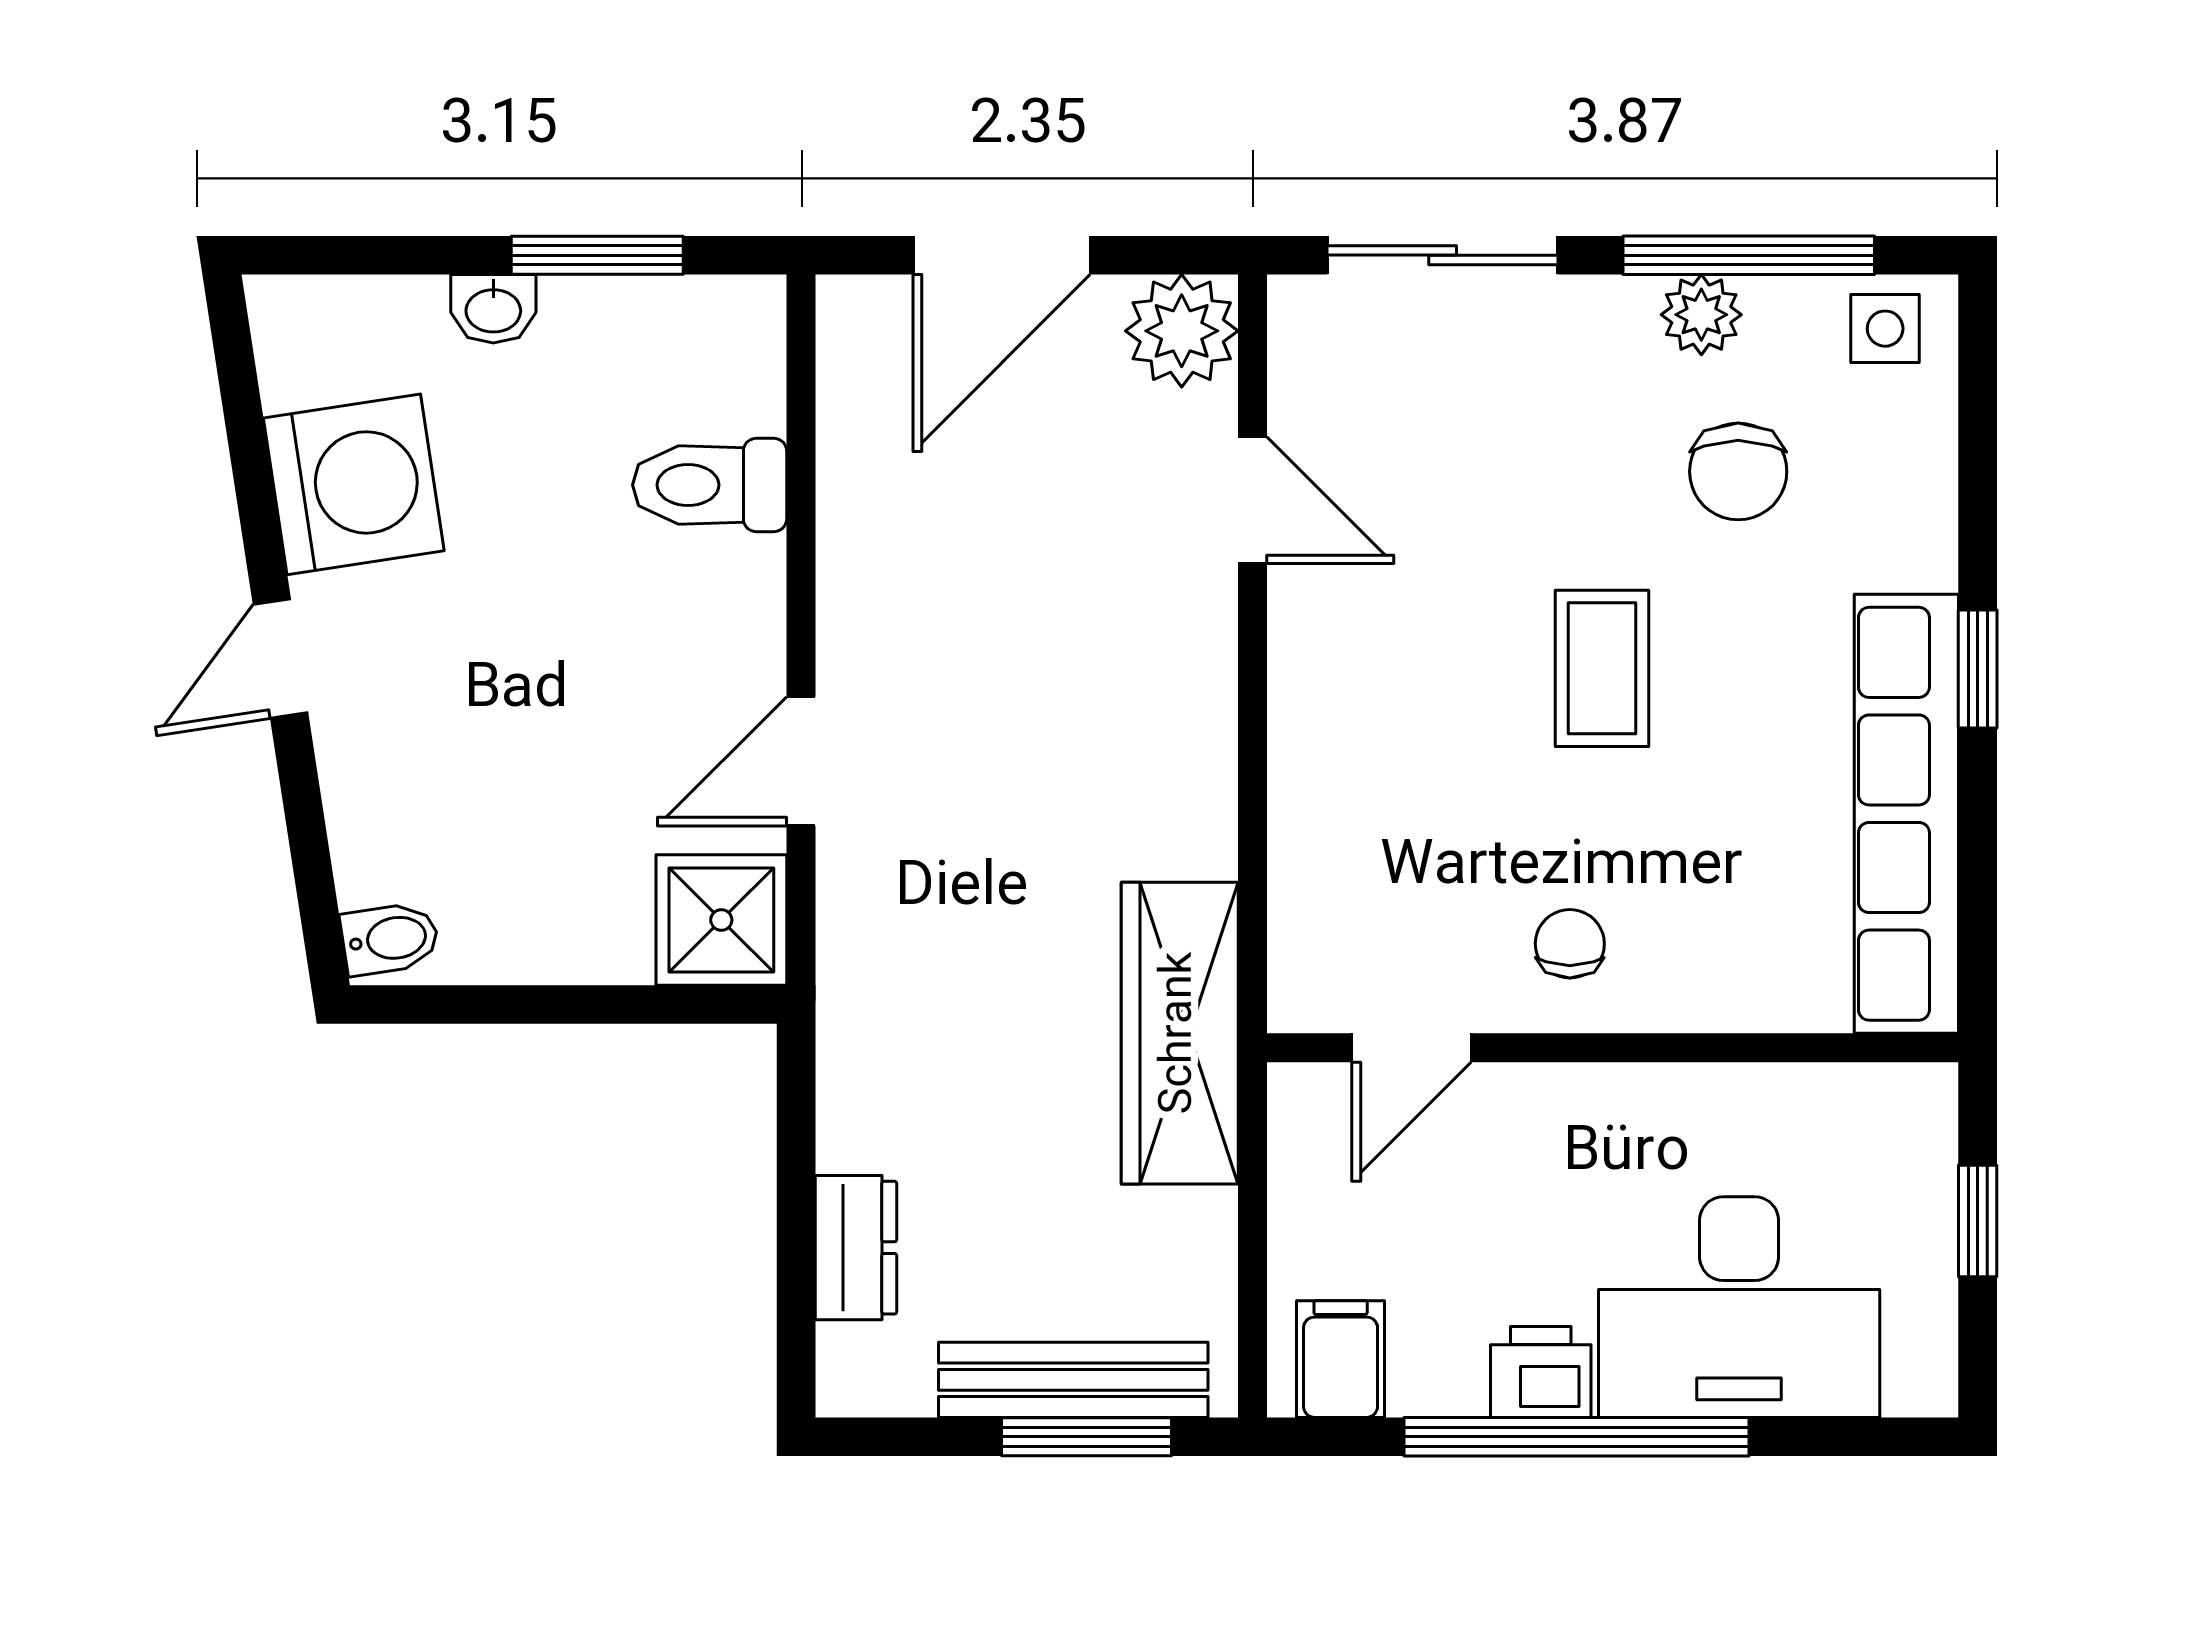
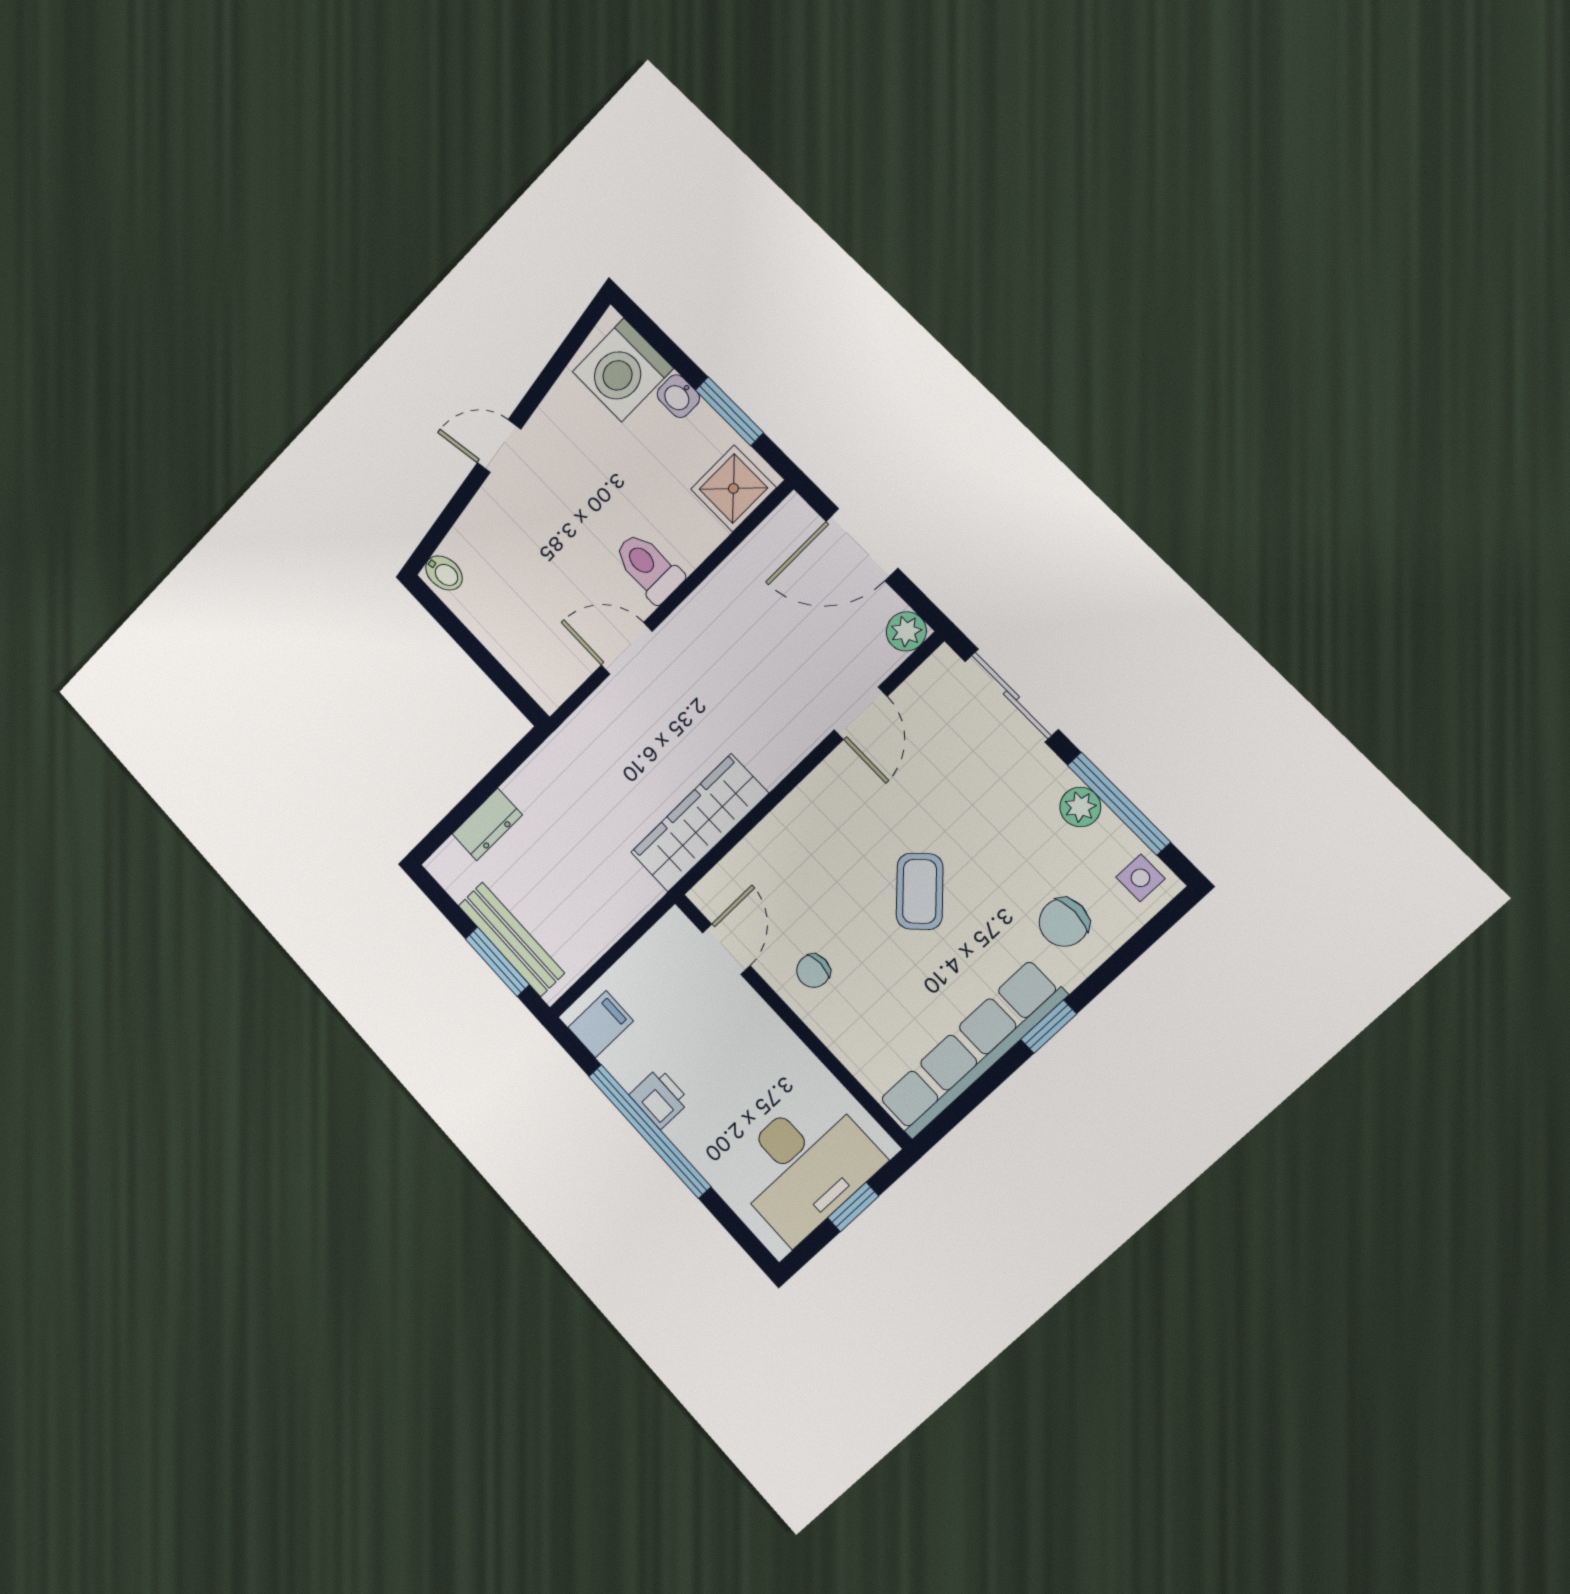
plant: (1182, 331) -> (906, 631), width x0.73, depth x0.73
chair: (1738, 471) -> (1064, 922), moved
washing machine: (354, 484) -> (623, 370), moved, turned 99
toilet: (710, 485) -> (648, 567), moved
coffee table: (1602, 668) -> (920, 891), turned -45
shower: (721, 920) -> (733, 488), moved
chair: (1570, 944) -> (813, 971), turned 180
wardrobe: (1180, 1033) -> (699, 823), moved
door: (1411, 1048) -> (726, 949), swing flipped
desk: (1739, 1307) -> (804, 1165), moved, turned -90

